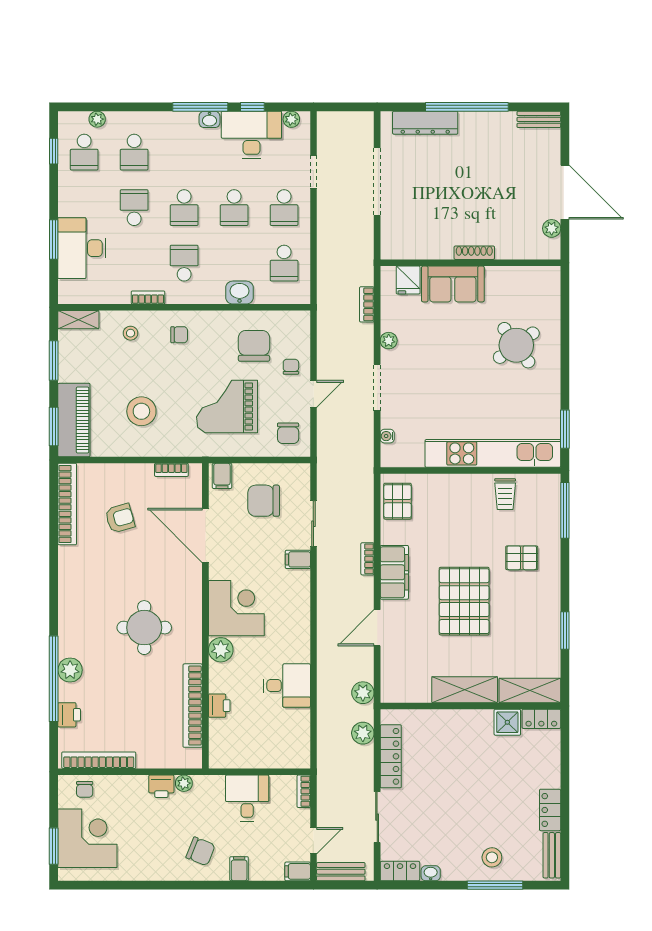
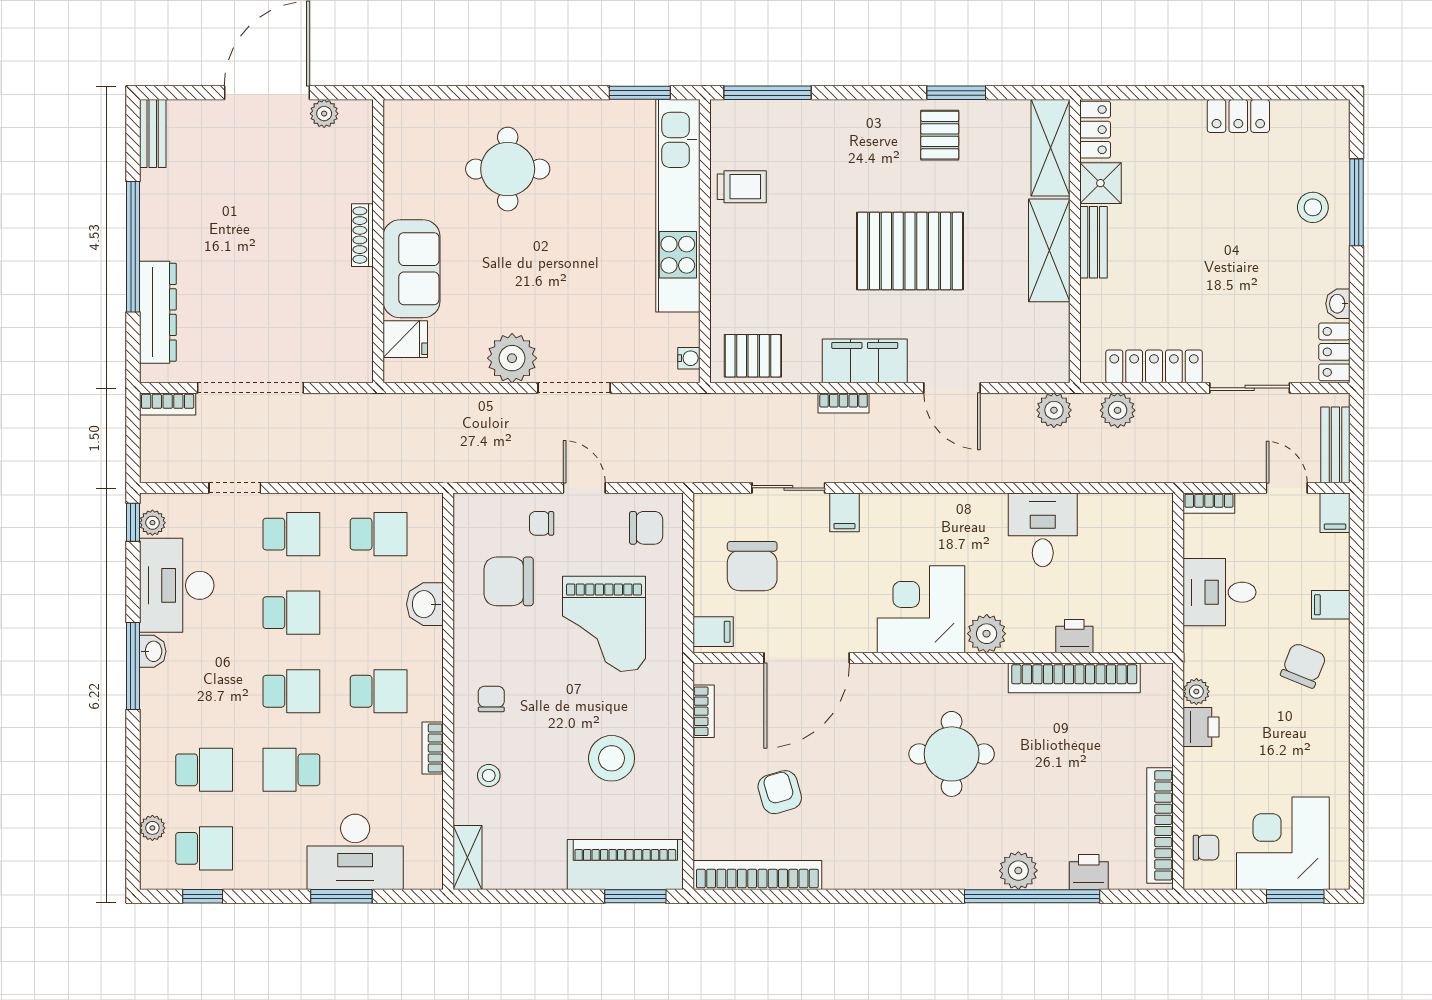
window: (252, 107) -> (133, 522), moved
school desk: (184, 263) -> (379, 691), turned 180
bookcase: (367, 304) -> (168, 404), moved
plant: (389, 341) -> (512, 358), width x1.88, depth x1.88
round table: (516, 345) -> (508, 169), turned 36
window: (54, 361) -> (532, 896), removed
water cooler: (387, 436) -> (689, 358), moved, turned -90
pallet: (522, 558) -> (940, 135), moved
bench: (552, 855) -> (1094, 242), moved, turned 90

